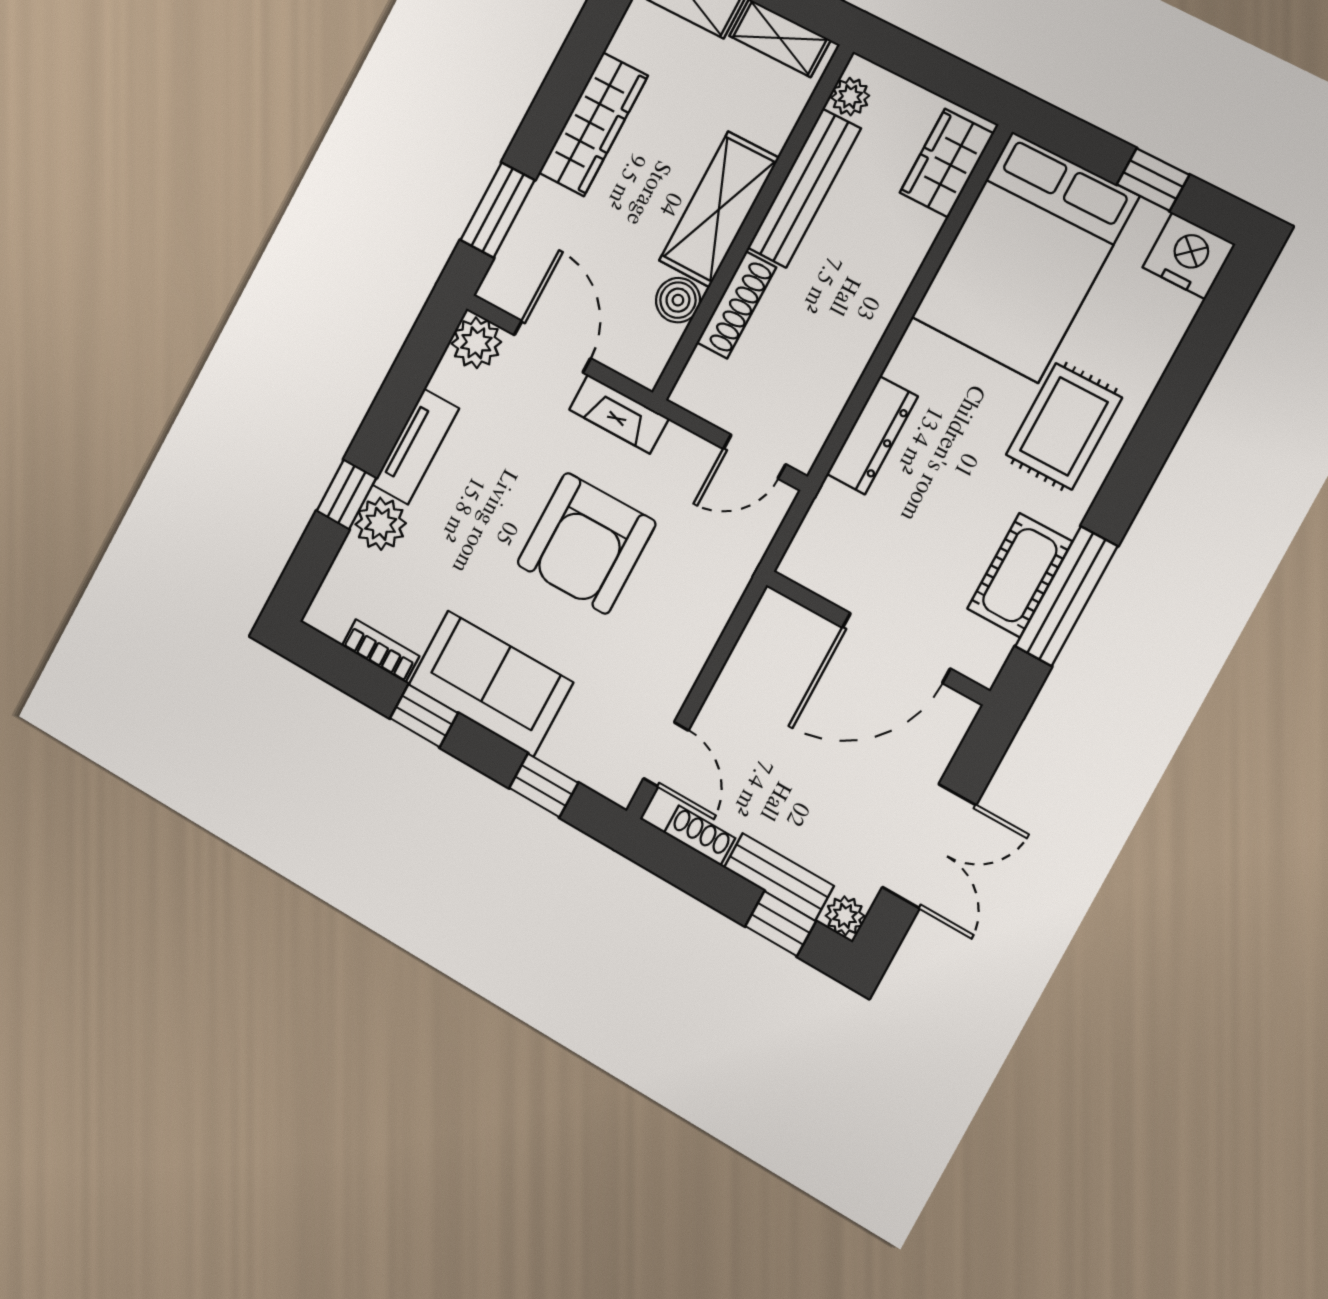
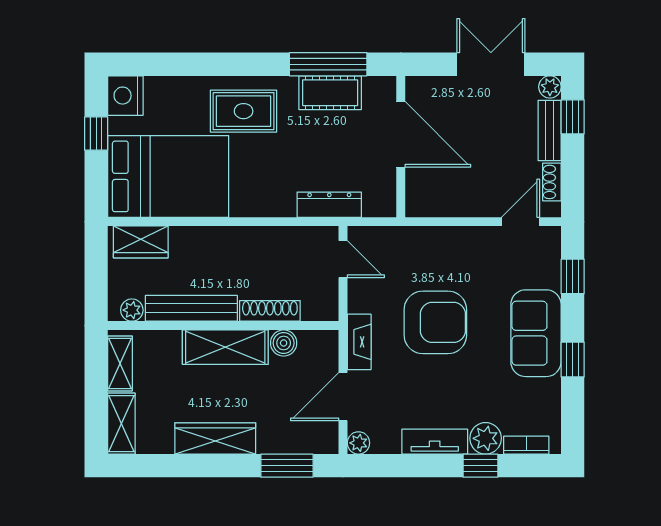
plant: (476, 343) -> (358, 443), width x0.73, depth x0.73
dresser: (872, 435) -> (329, 205), moved
bookcase: (381, 651) -> (526, 445), moved, turned 90

